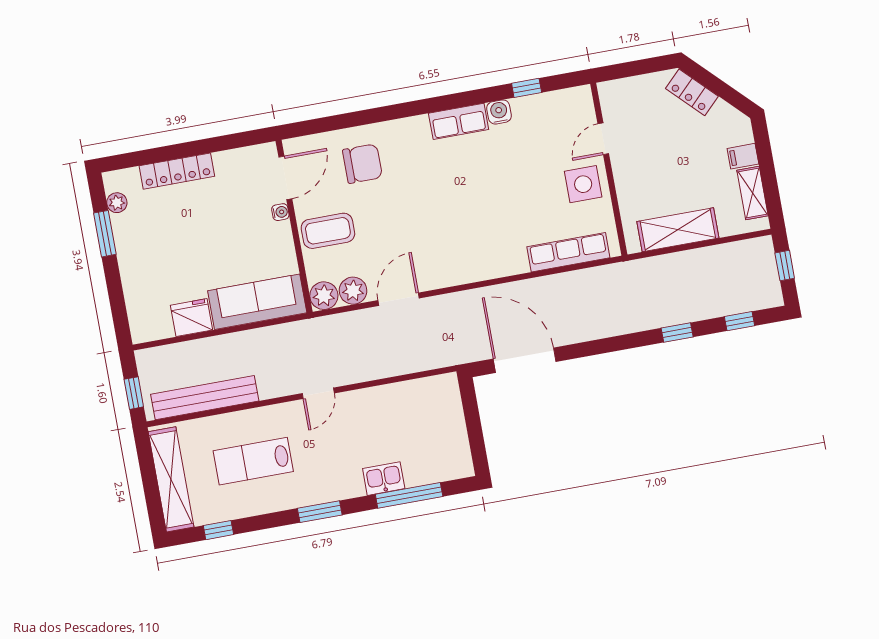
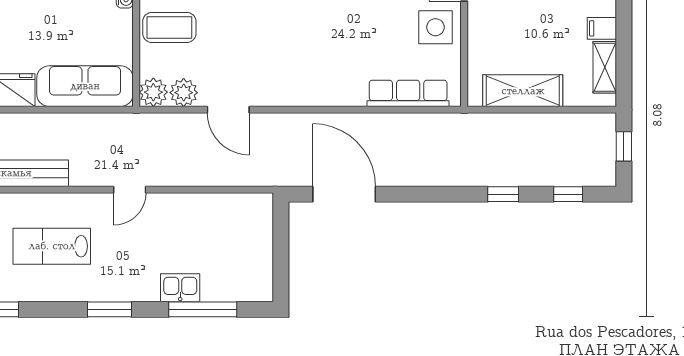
door: (399, 299) -> (228, 110), swing flipped

